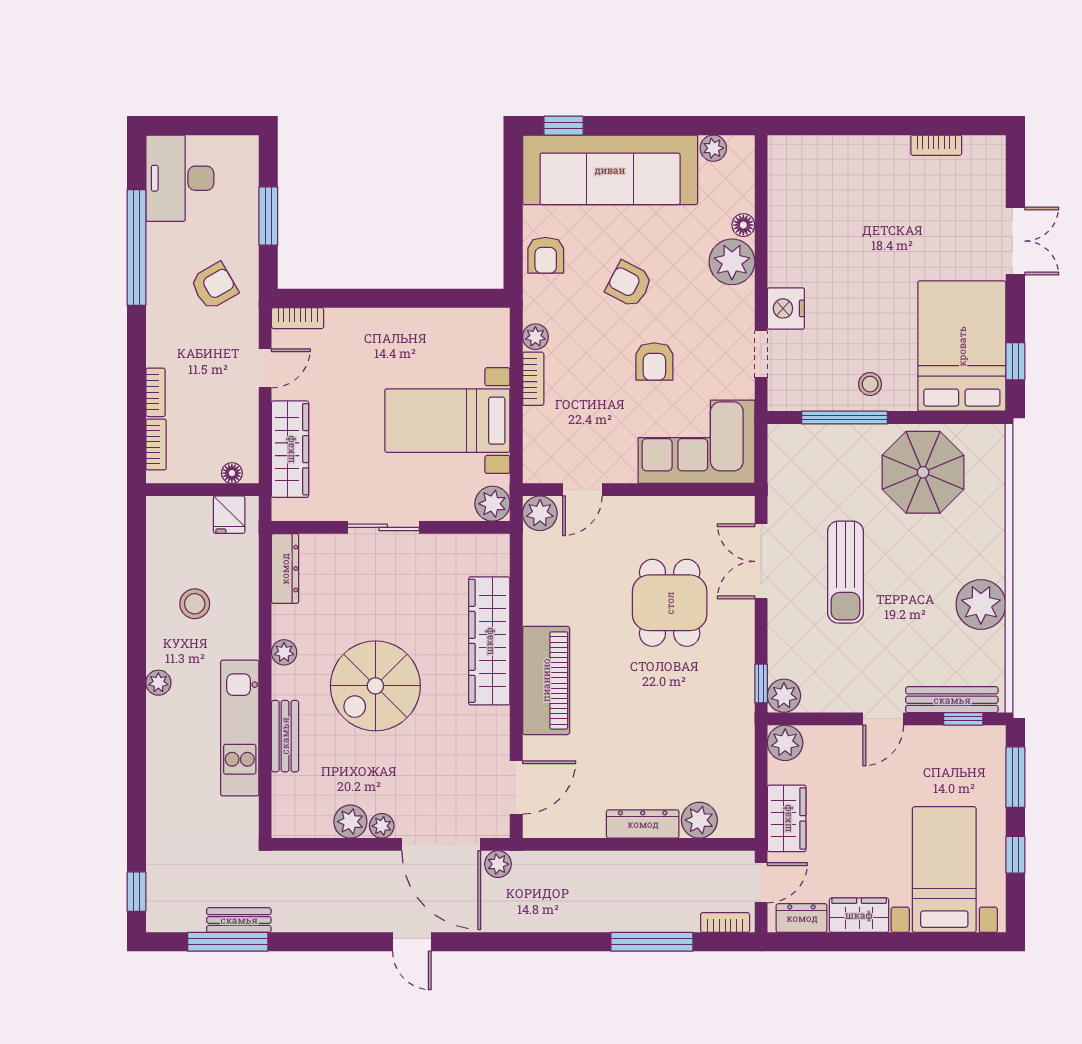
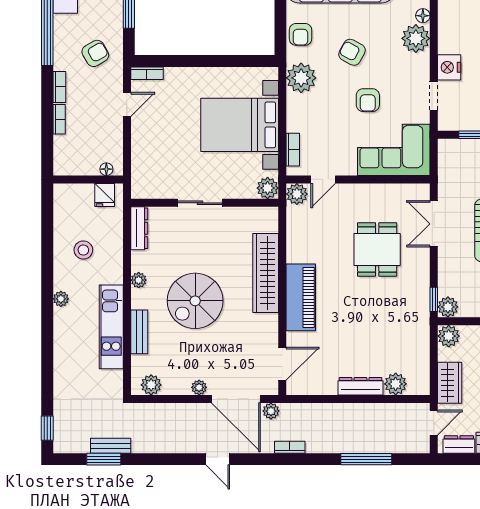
plant: (535, 337) -> (301, 78), width x1.88, depth x1.88
bookcase: (533, 379) -> (293, 150), moved
bed with nightstands: (447, 421) -> (240, 125), width x1.36
bookcase: (156, 444) -> (59, 87), moved
wardrobe: (290, 449) -> (142, 154), removed
plant: (350, 822) -> (151, 385), moved
bookcase: (725, 922) -> (290, 447), moved
window: (228, 942) -> (104, 459), width x0.69

